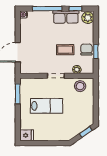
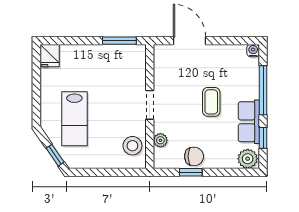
coffee table: (65, 50) -> (211, 102), moved
lab bench: (47, 106) -> (74, 119), moved

